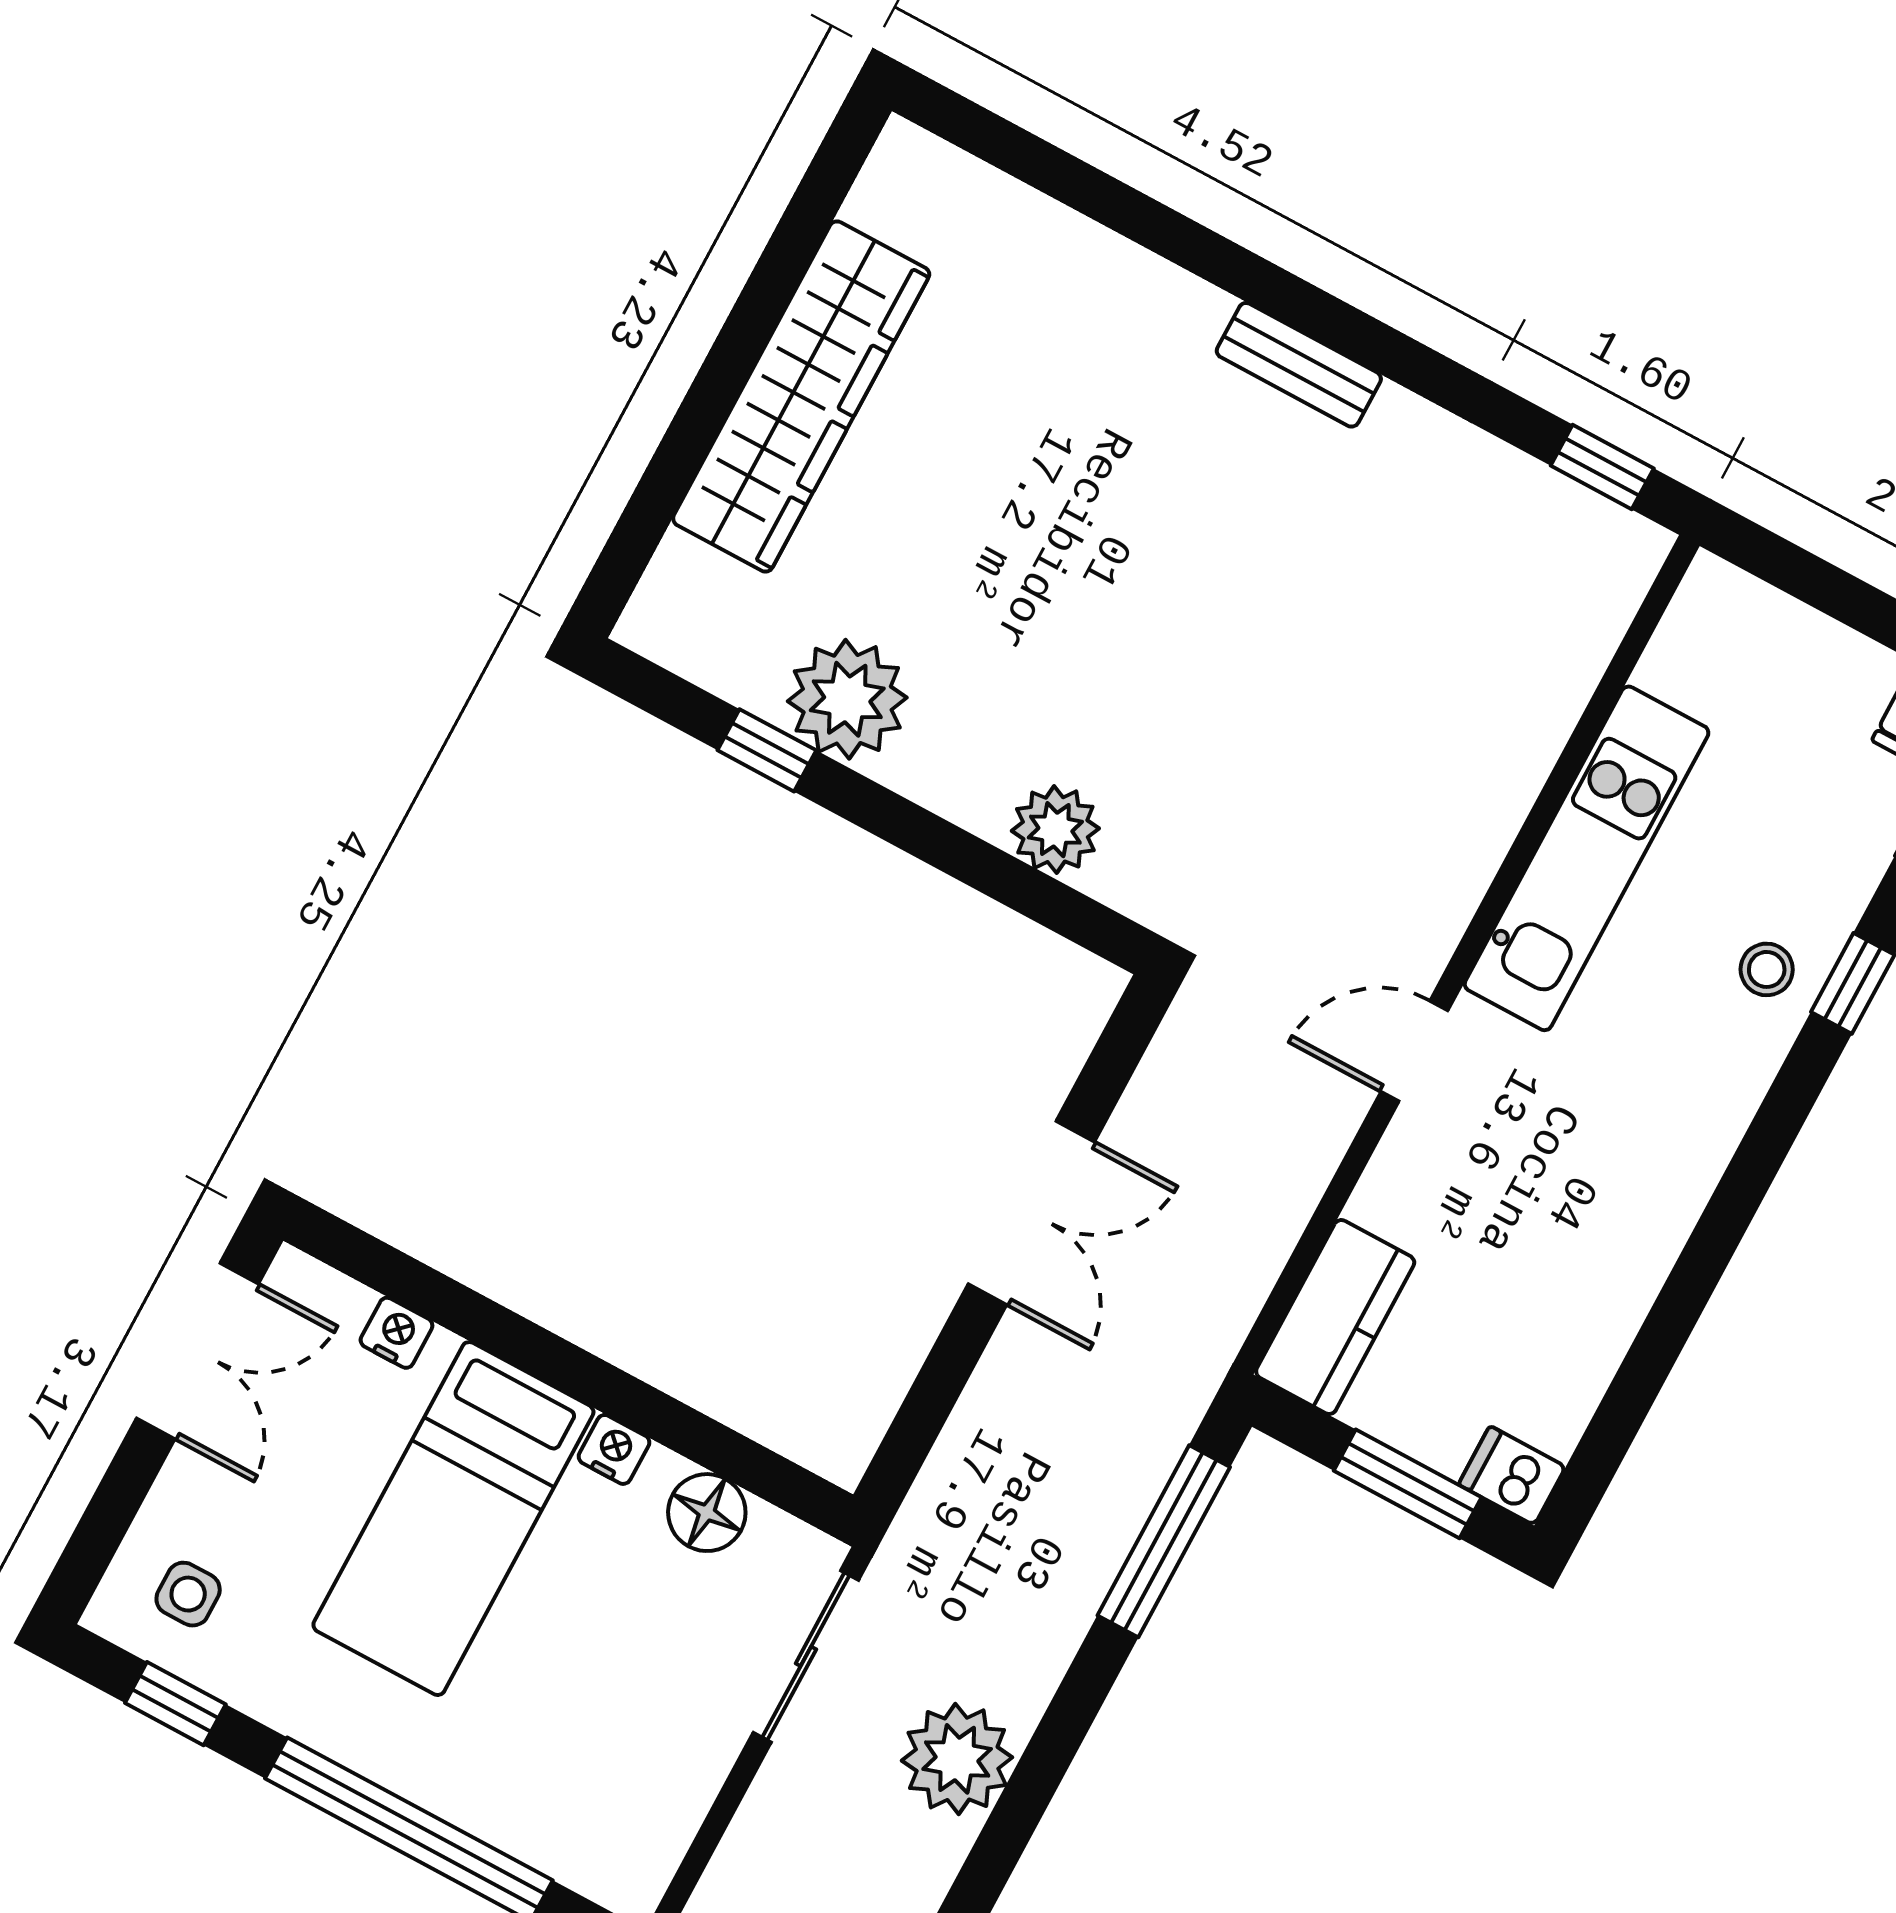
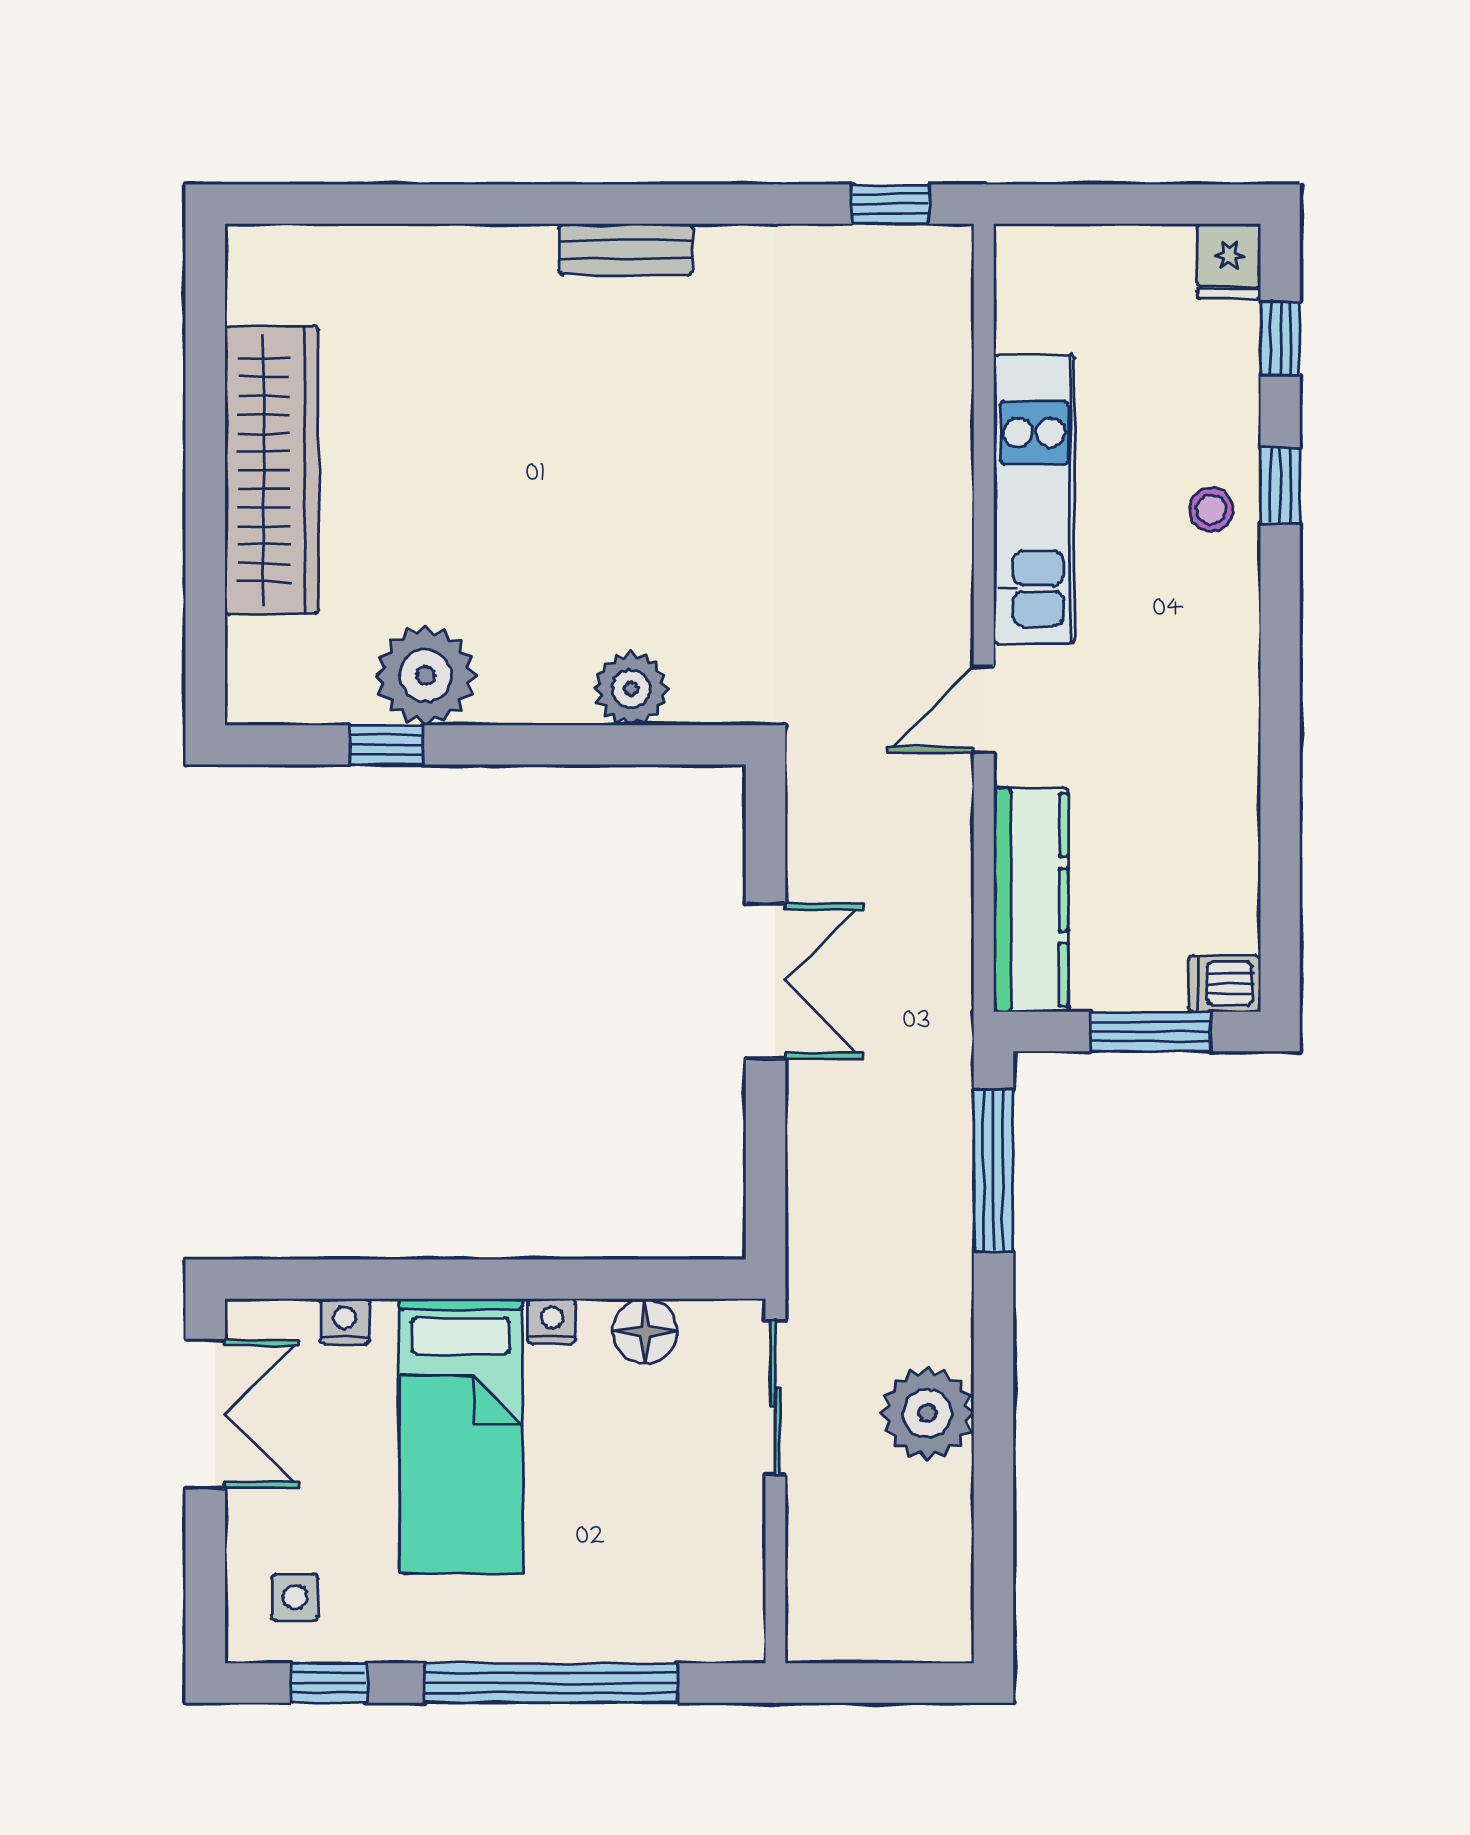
kitchen counter: (1335, 1317) -> (1031, 900), width x1.50

